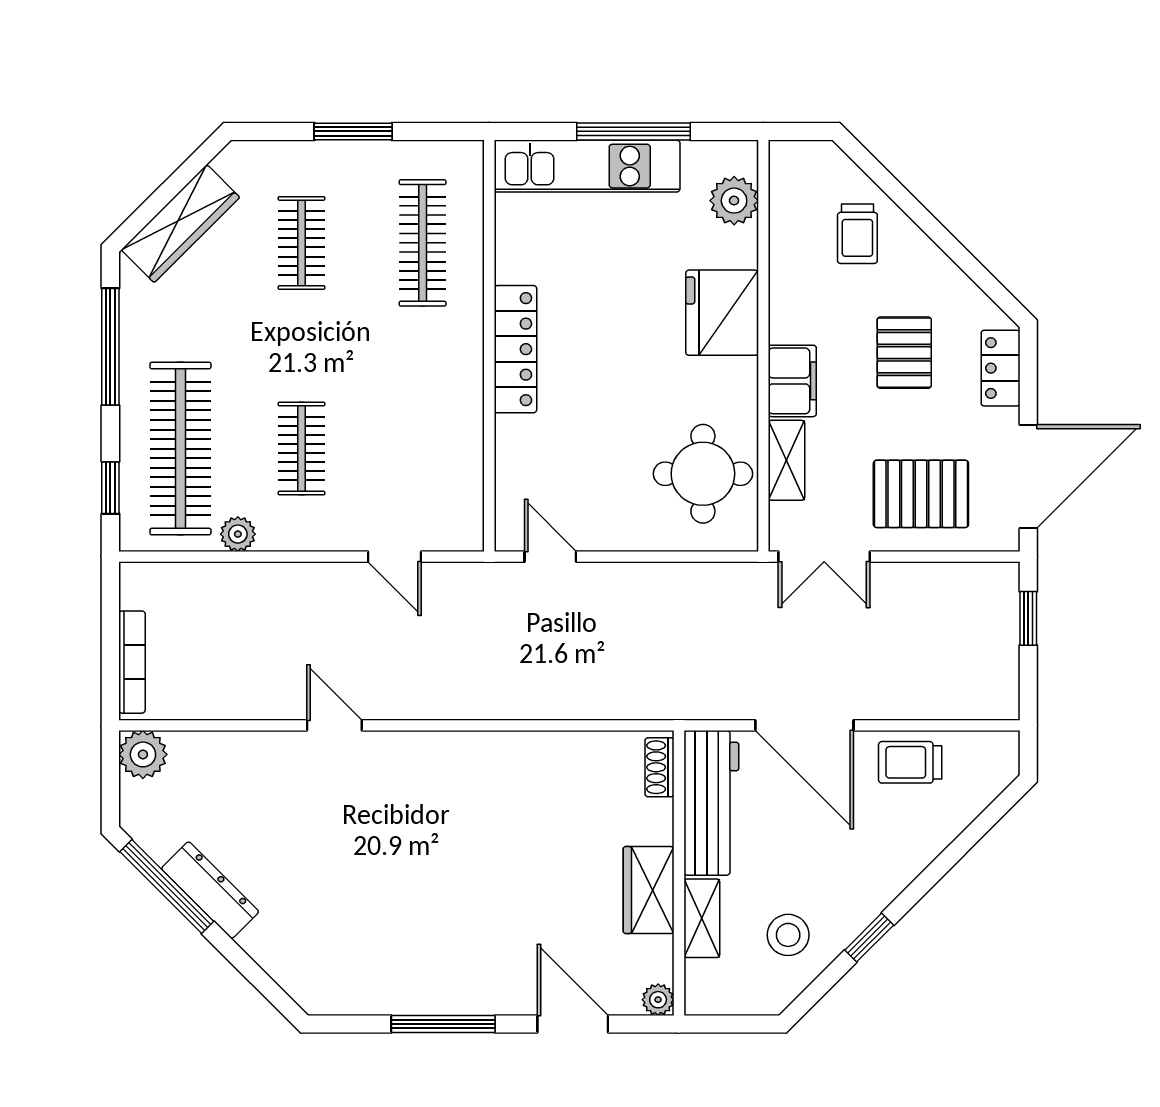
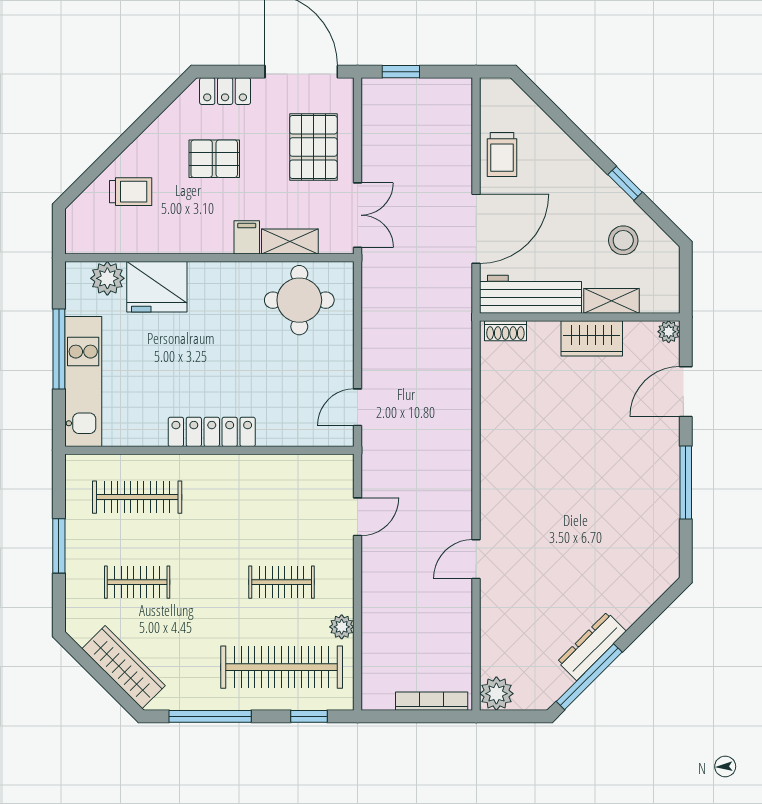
fridge: (722, 313) -> (157, 287), moved
filing cabinet: (792, 381) -> (247, 237), width x0.50

